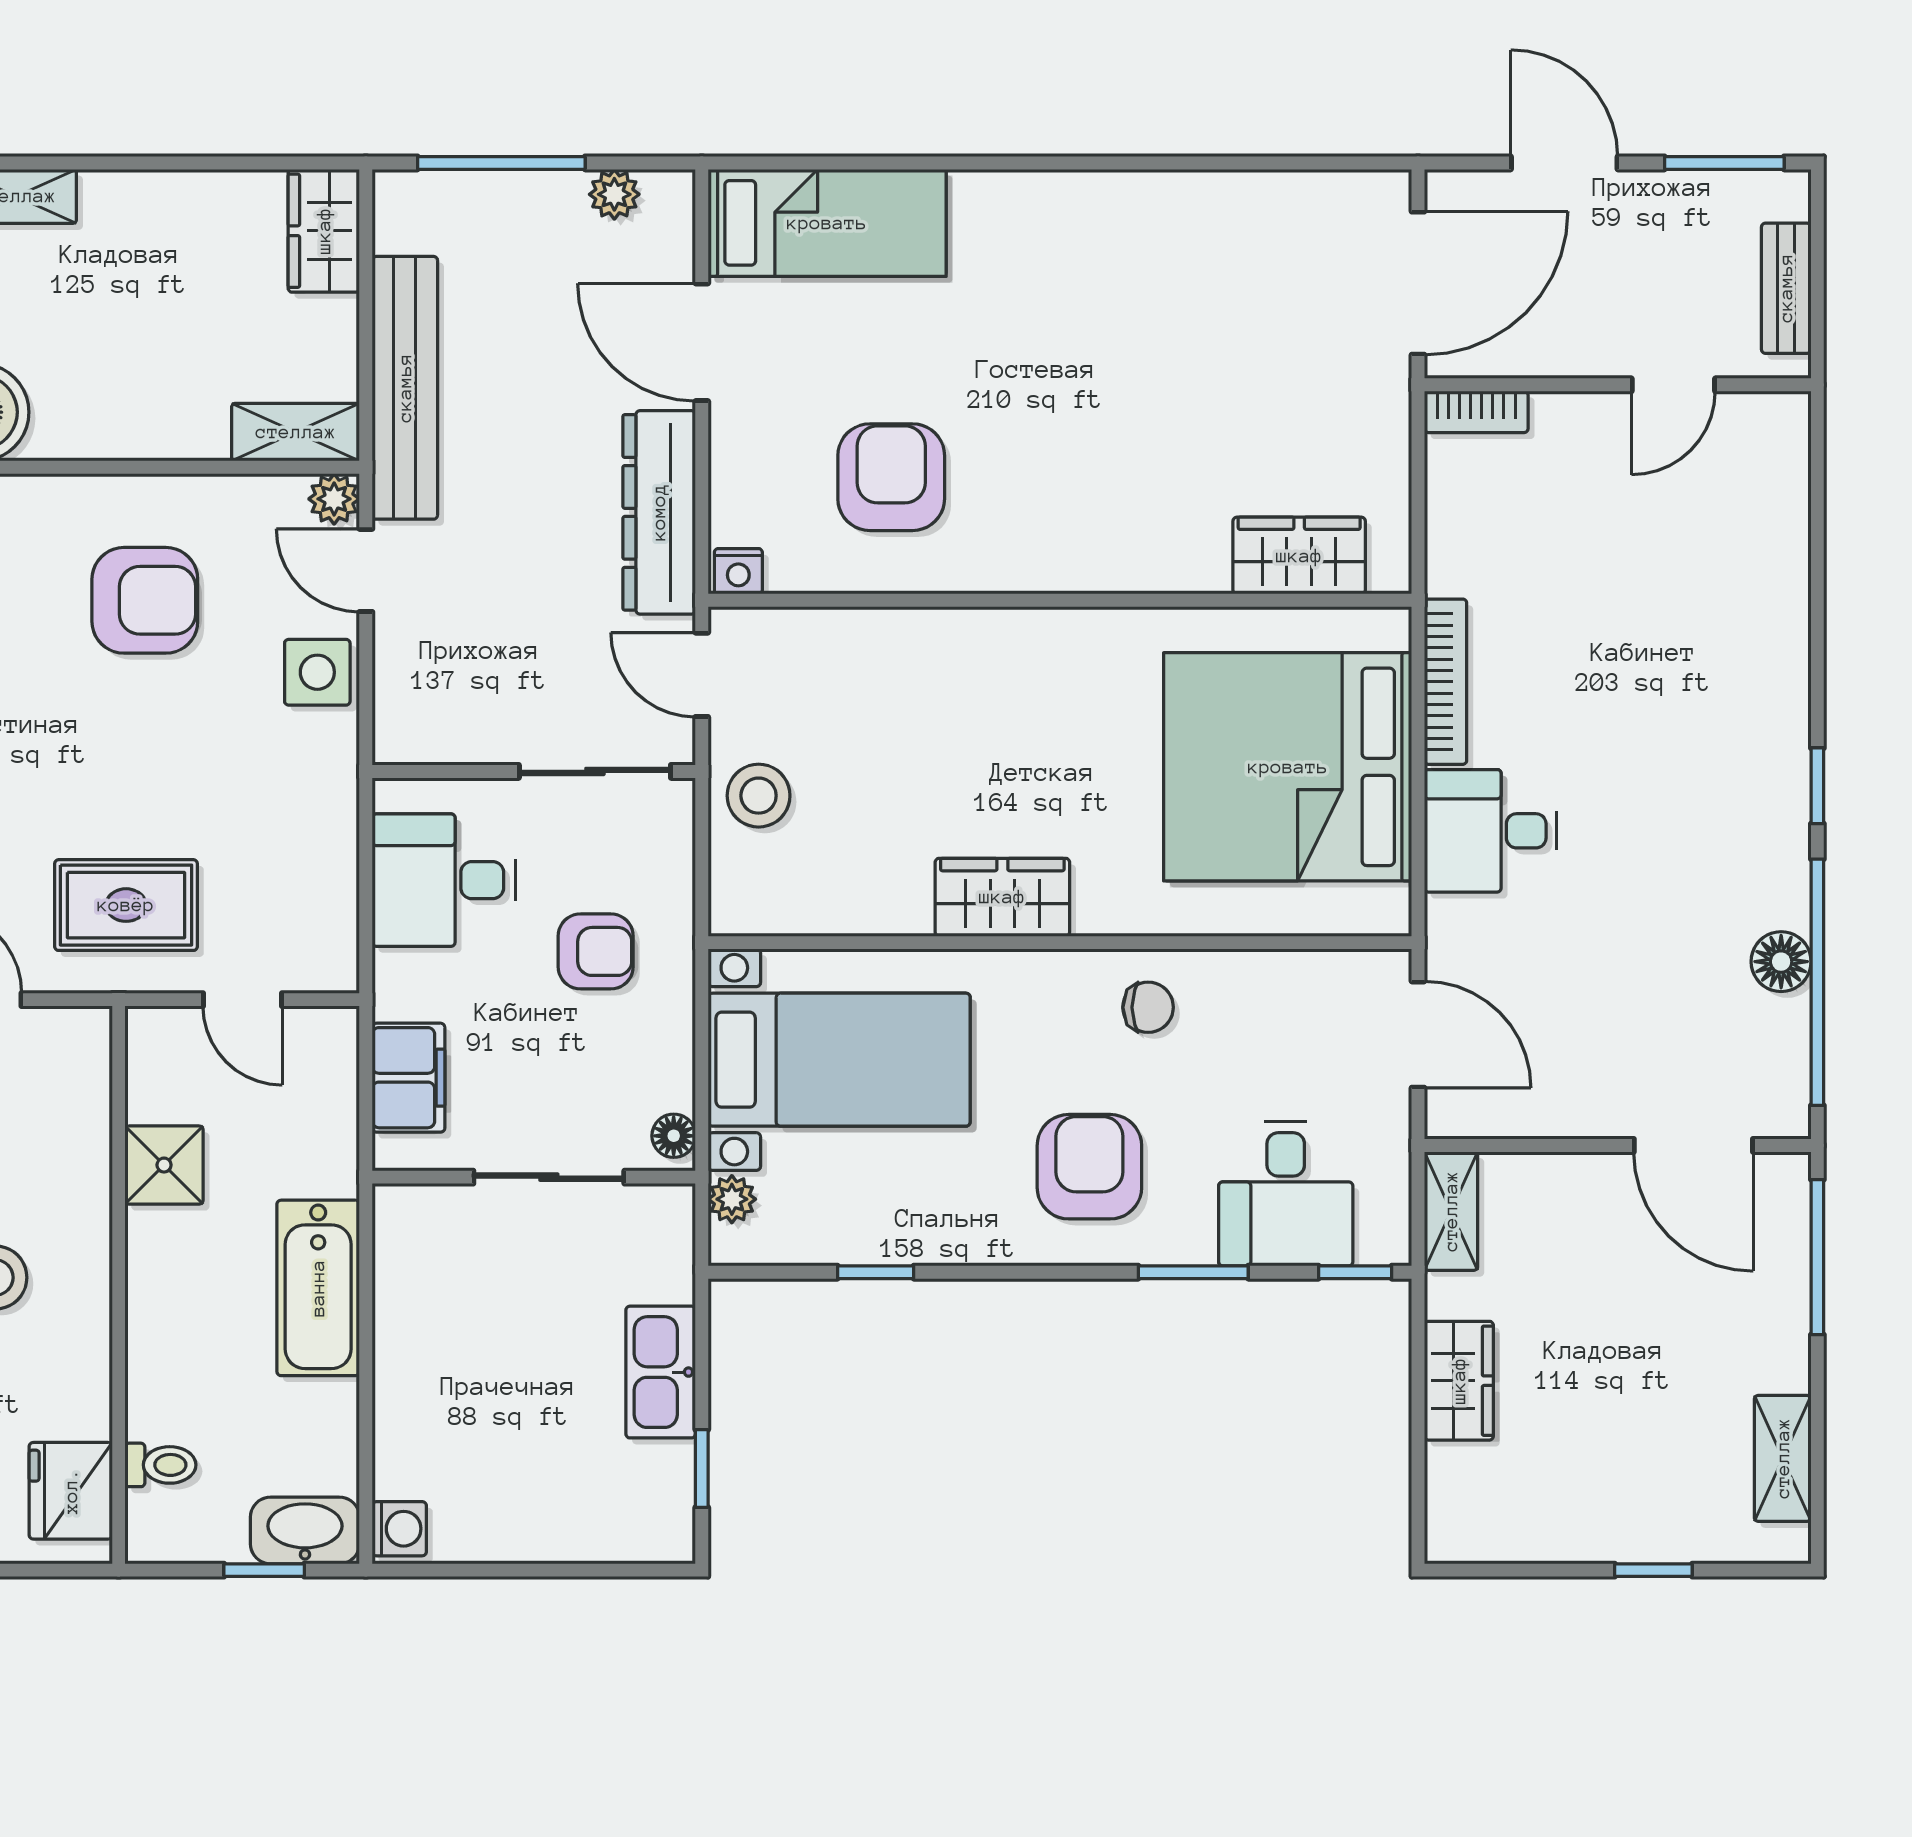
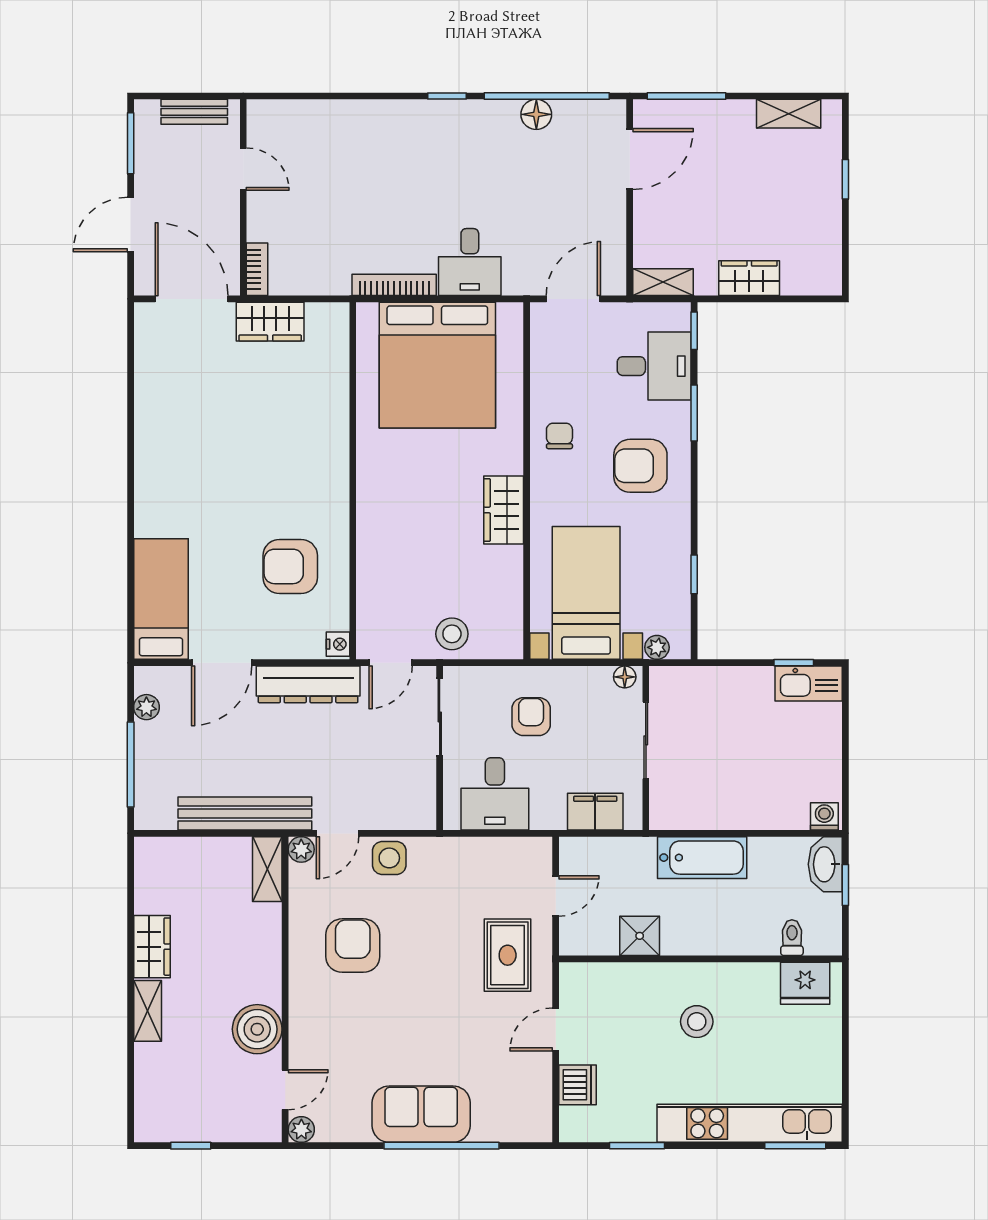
wardrobe: (324, 231) -> (152, 947), moved, turned -90
wardrobe: (1299, 556) -> (270, 322), moved, turned -90
kitchen sink: (661, 1372) -> (809, 684), moved

